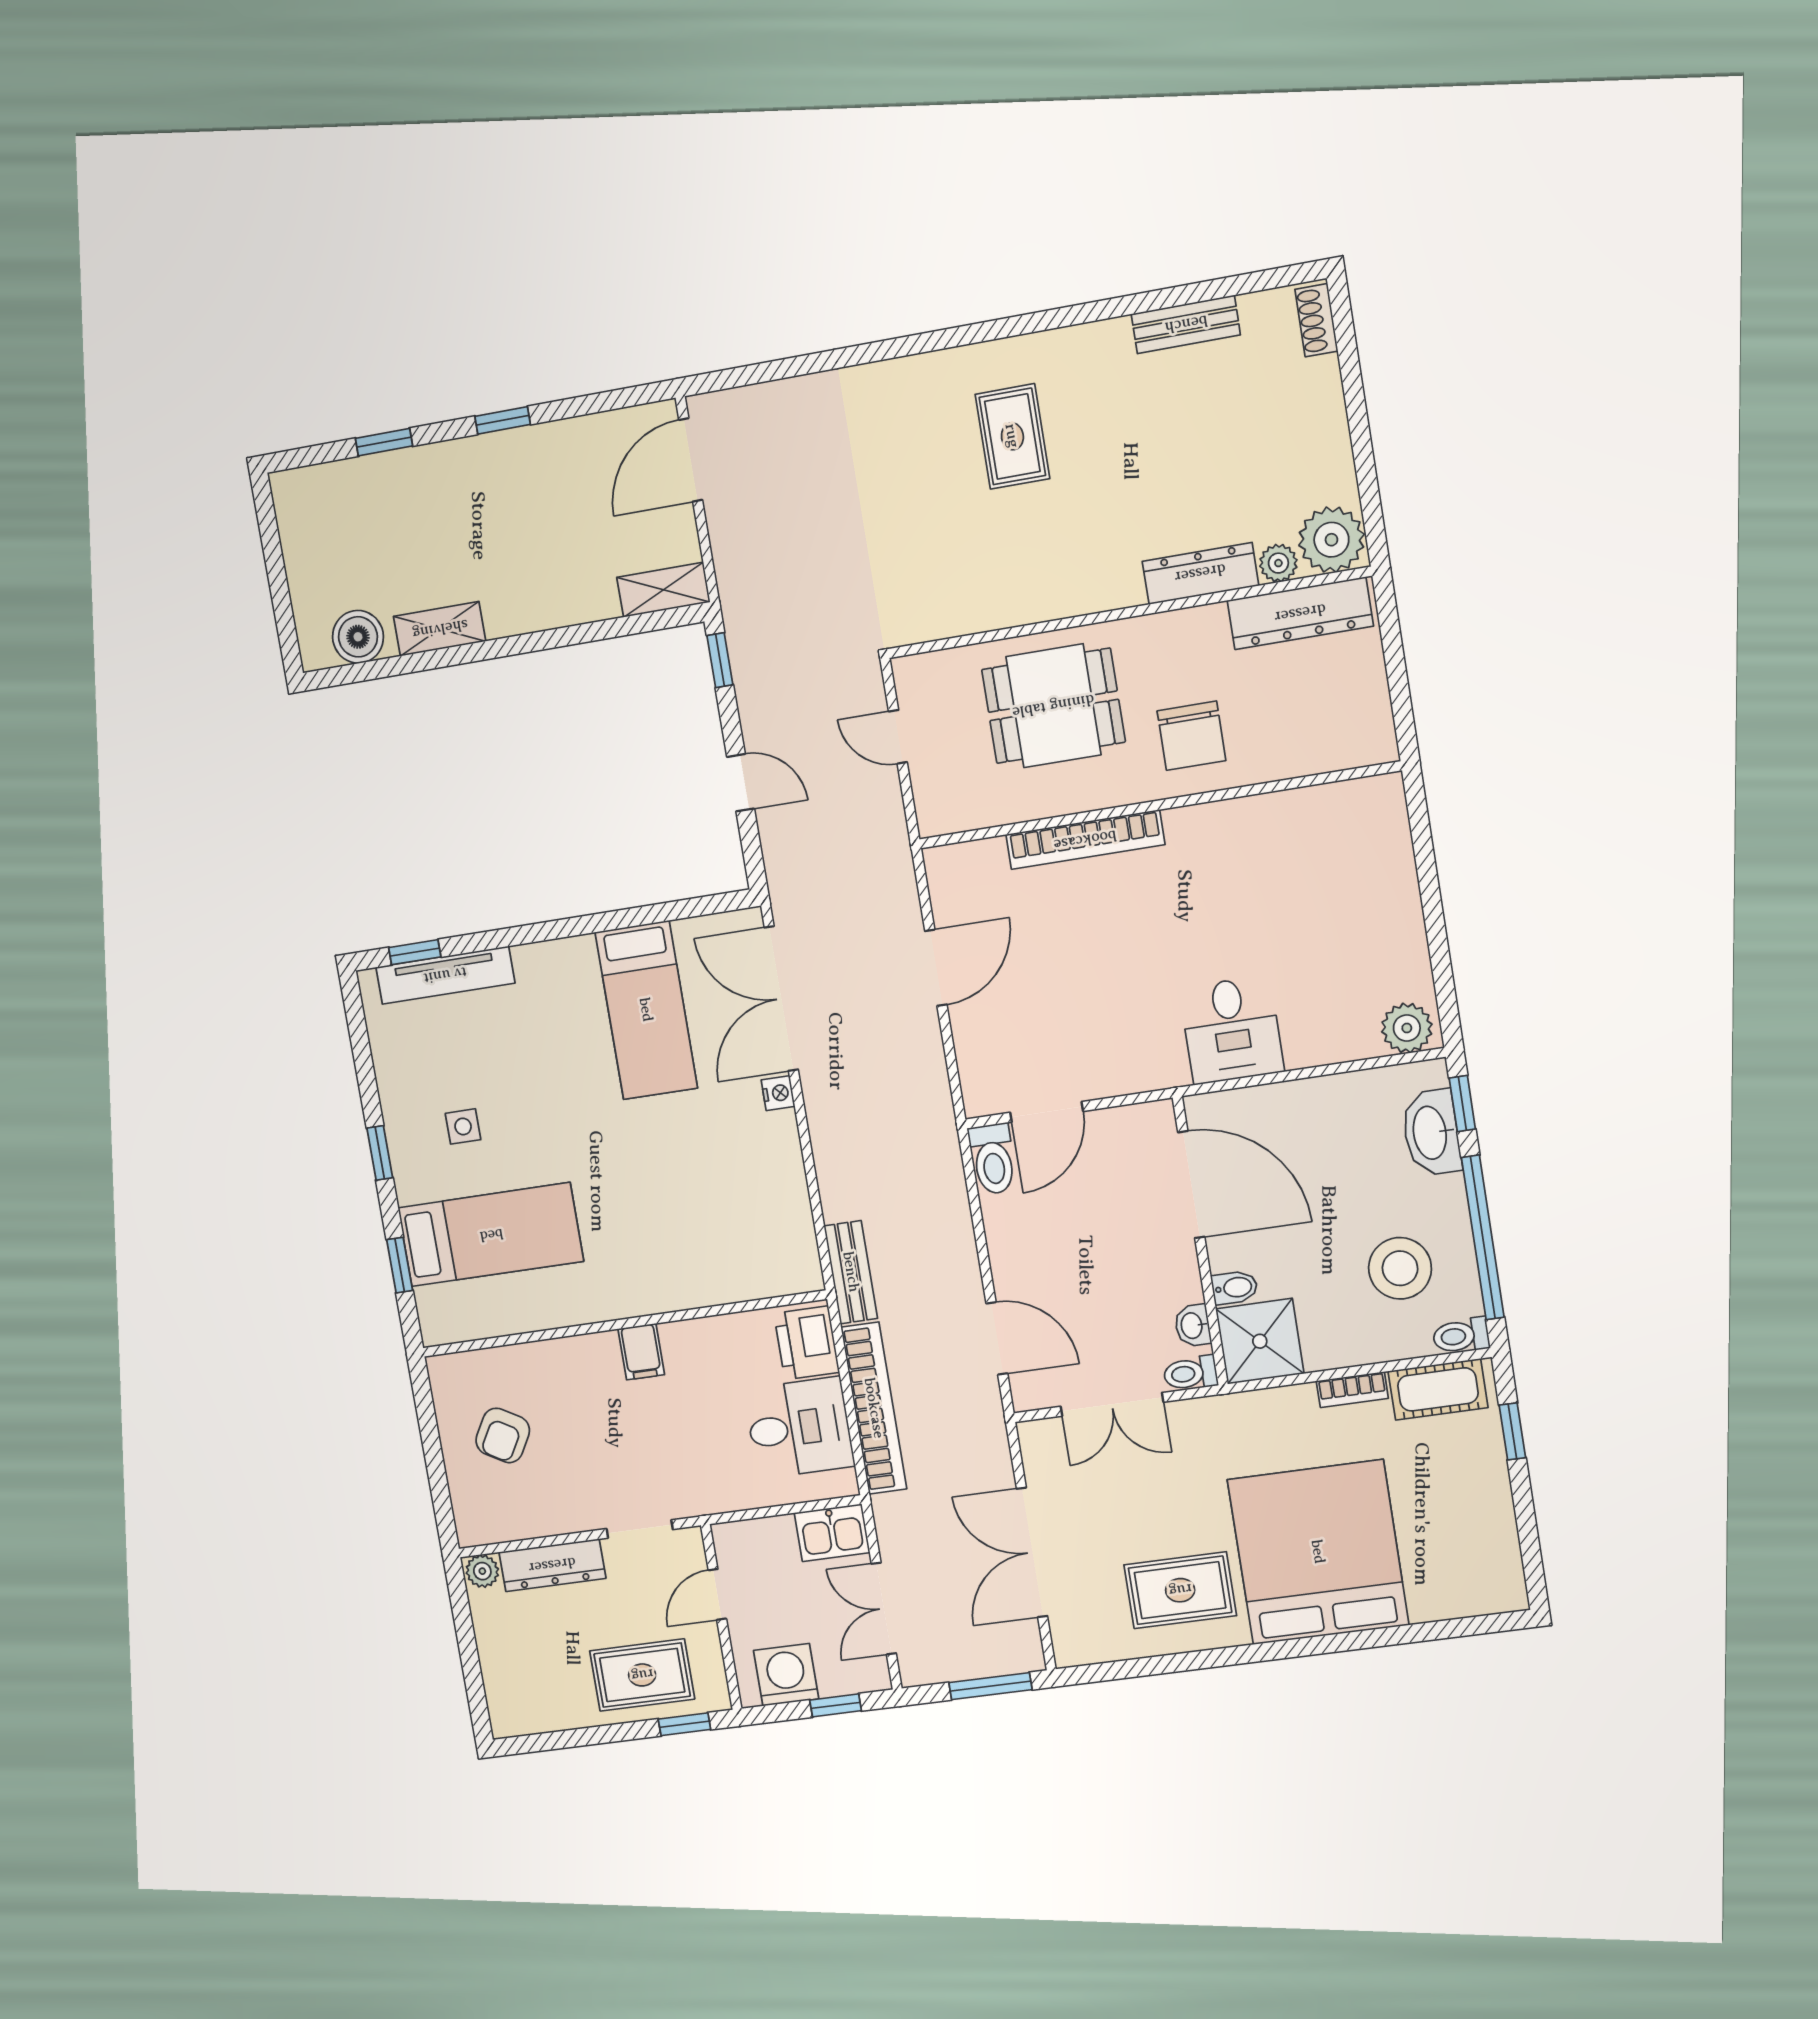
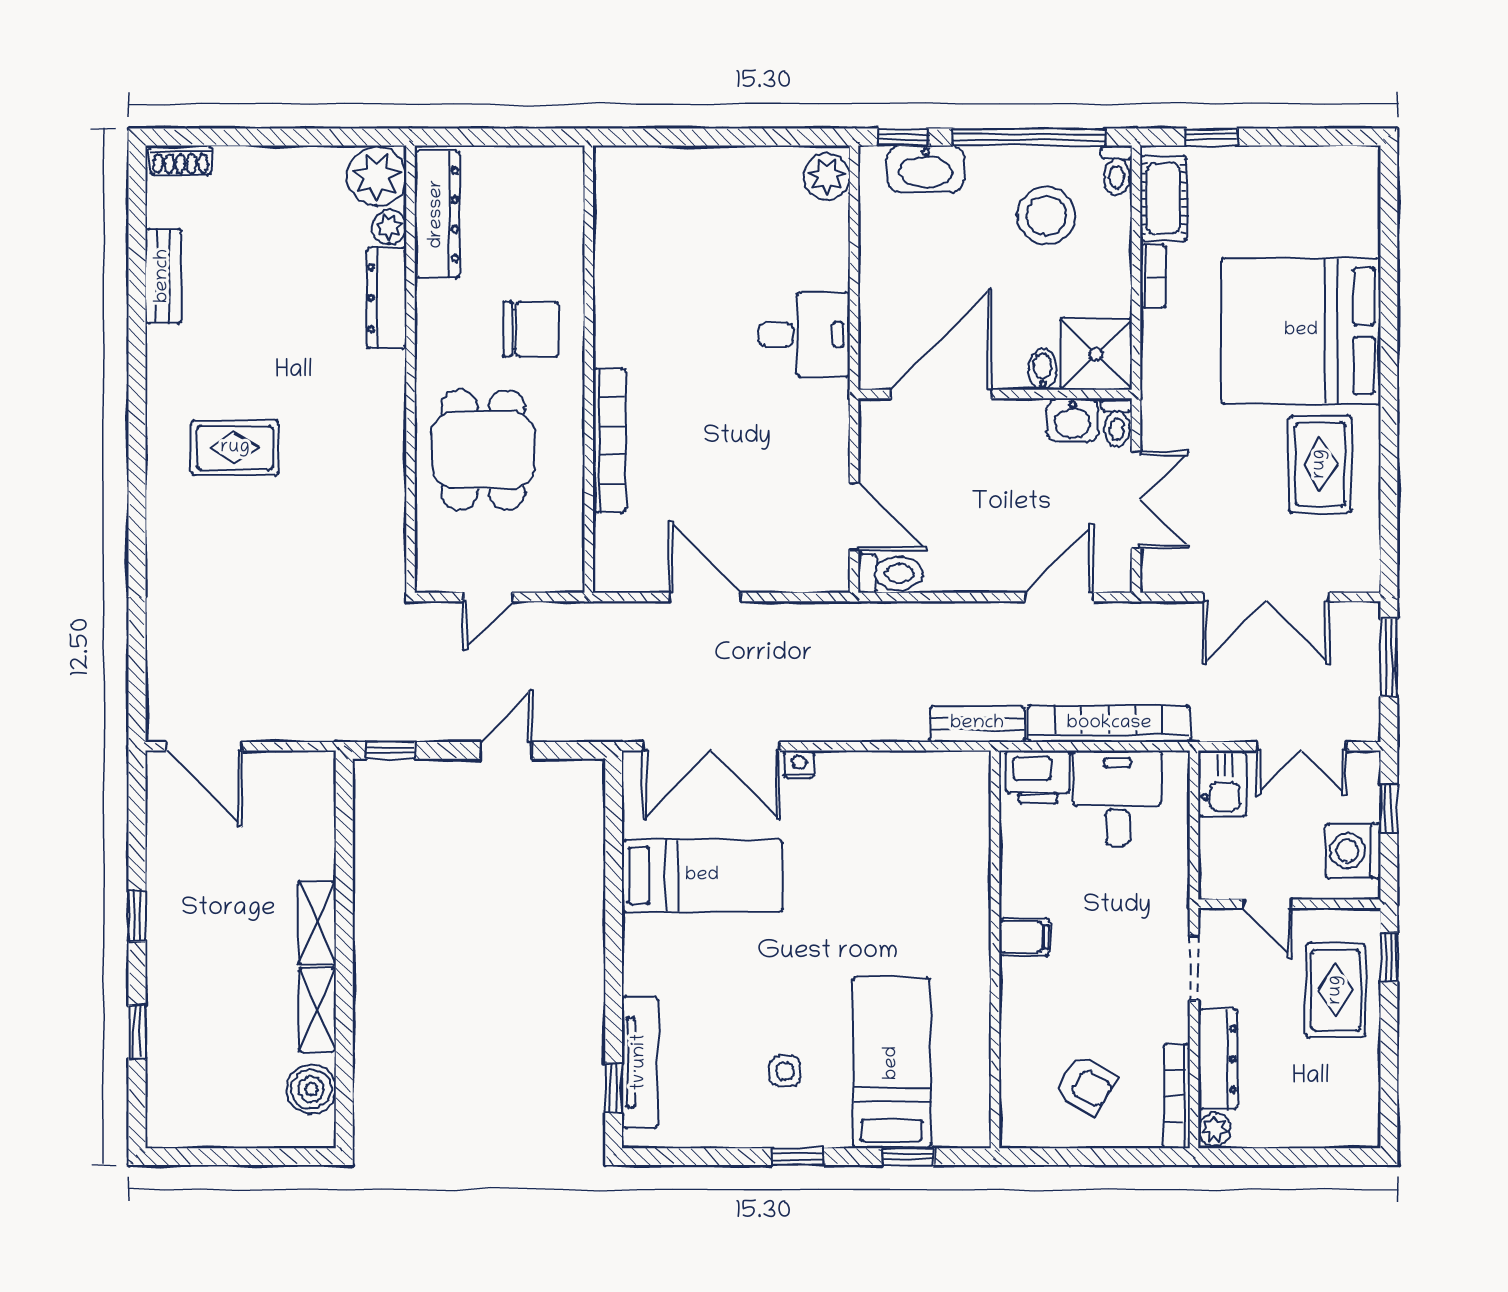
shelving: (663, 590) -> (317, 923), moved
washbasin: (1193, 1326) -> (1073, 420), width x1.38, depth x1.45
bookcase: (508, 1529) -> (1176, 1096), added

